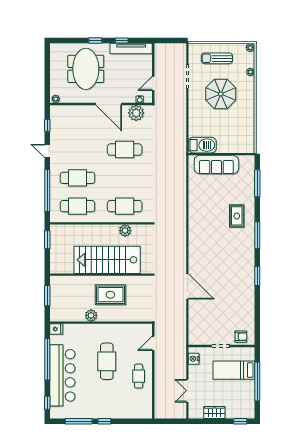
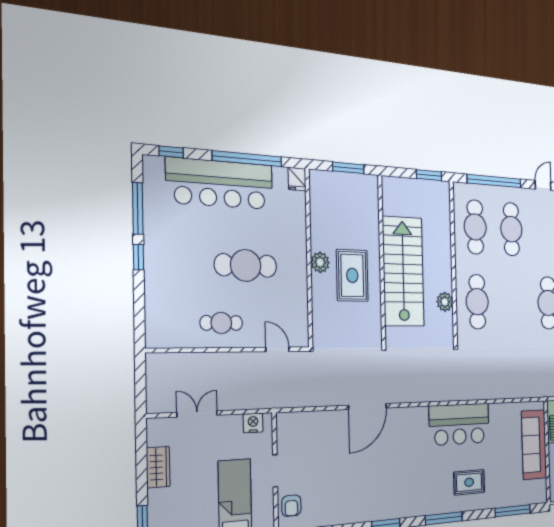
bar counter: (201, 222) -> (459, 424), added
plant: (91, 315) -> (320, 262), moved

